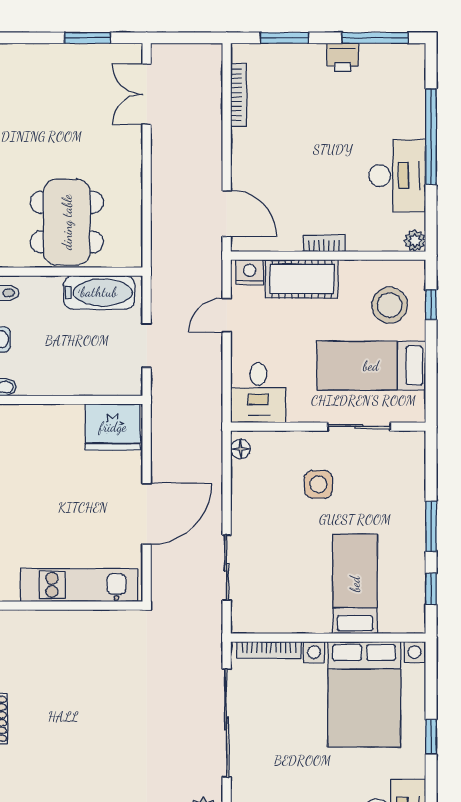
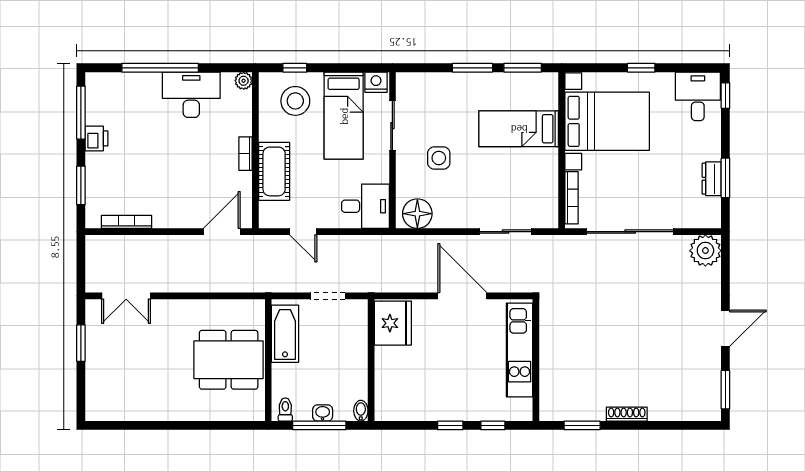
nightstand: (250, 272) -> (376, 82), moved, turned 90
floor lamp: (240, 449) -> (417, 214), width x1.89, depth x1.89
window: (431, 589) -> (523, 68), width x1.50

